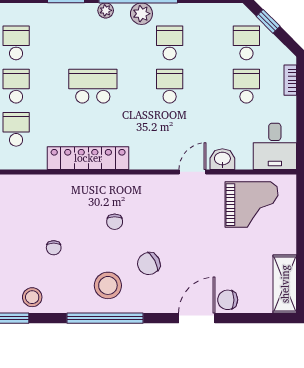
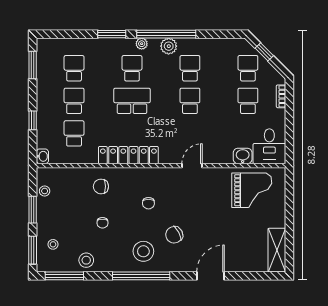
school desk: (93, 43) -> (132, 68), added
washbasin: (222, 159) -> (243, 156), moved
door: (193, 172) -> (192, 166), moved
chair: (228, 300) -> (101, 186), moved

